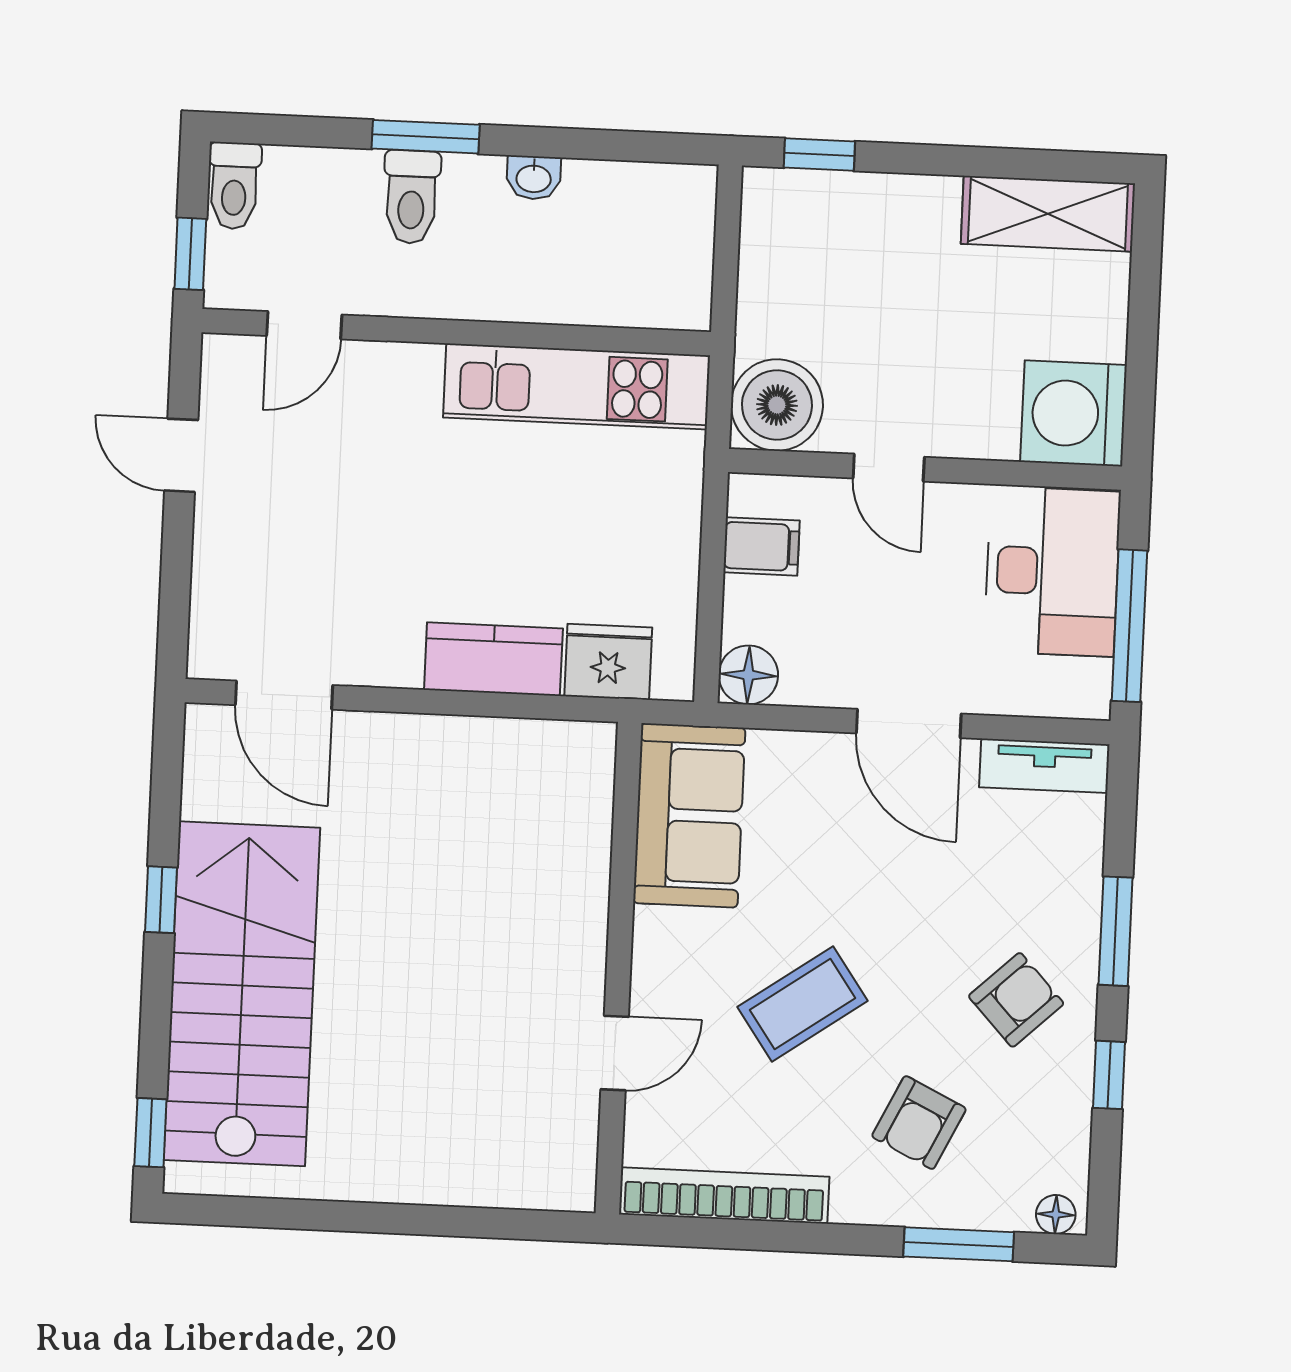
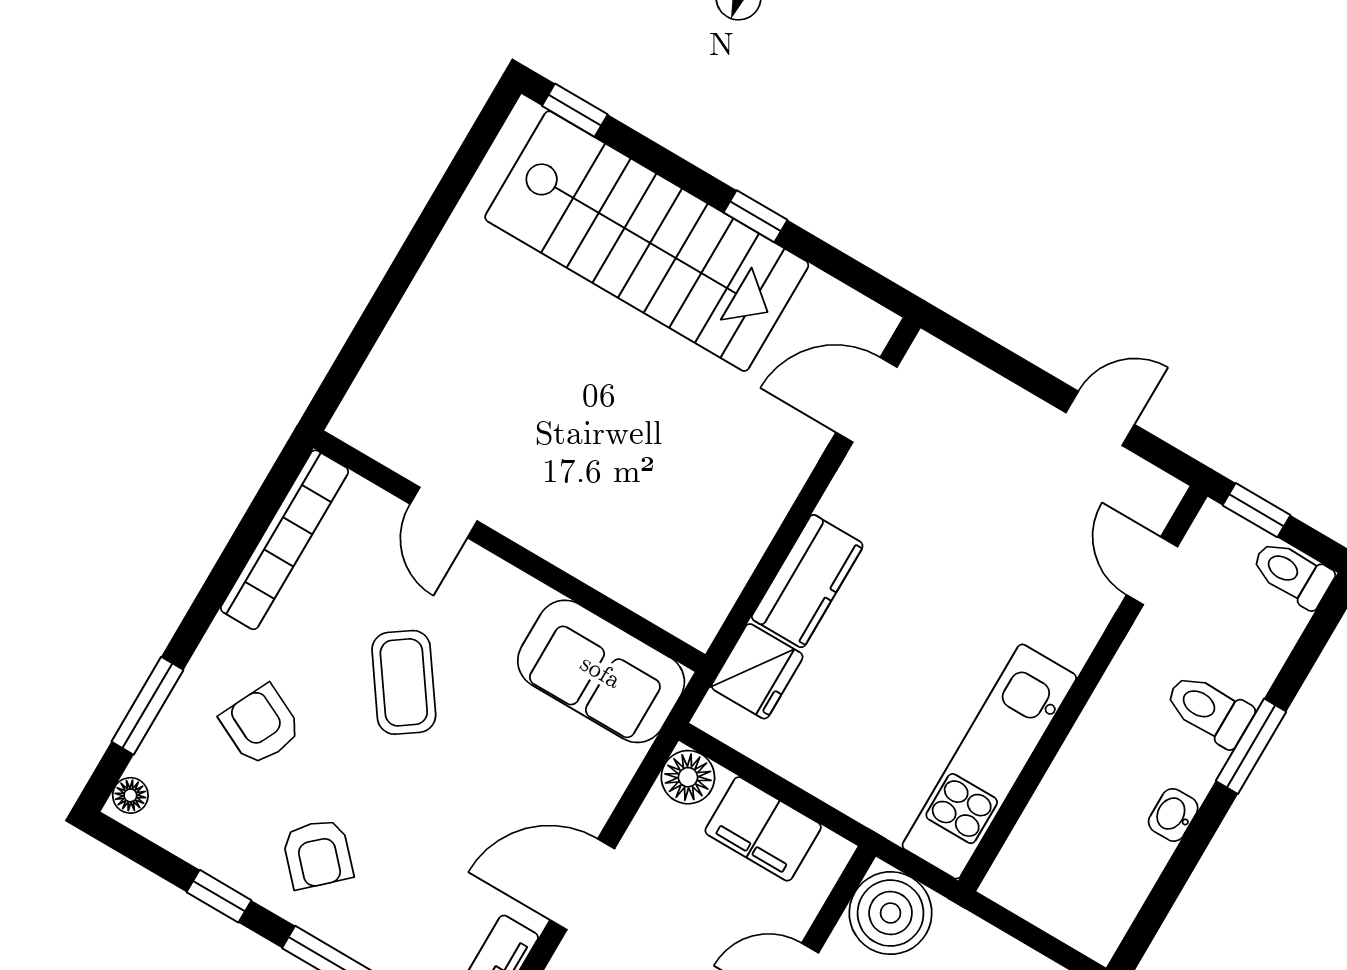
filing cabinet: (762, 546) -> (763, 829), width x2.00

